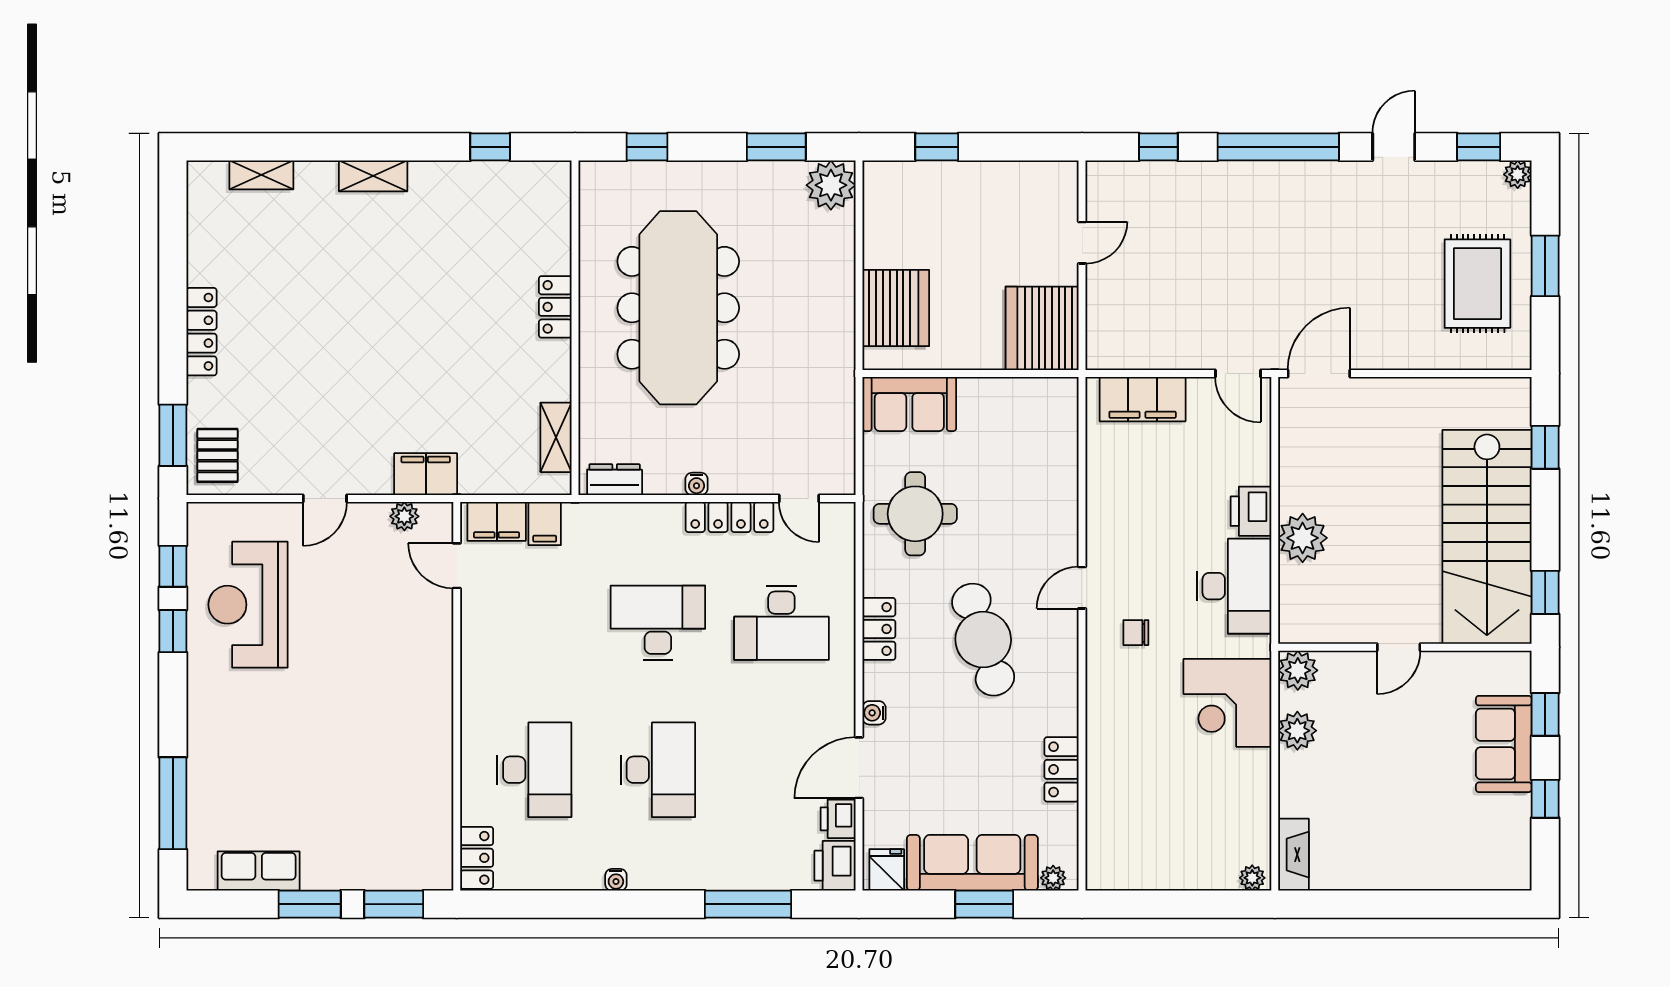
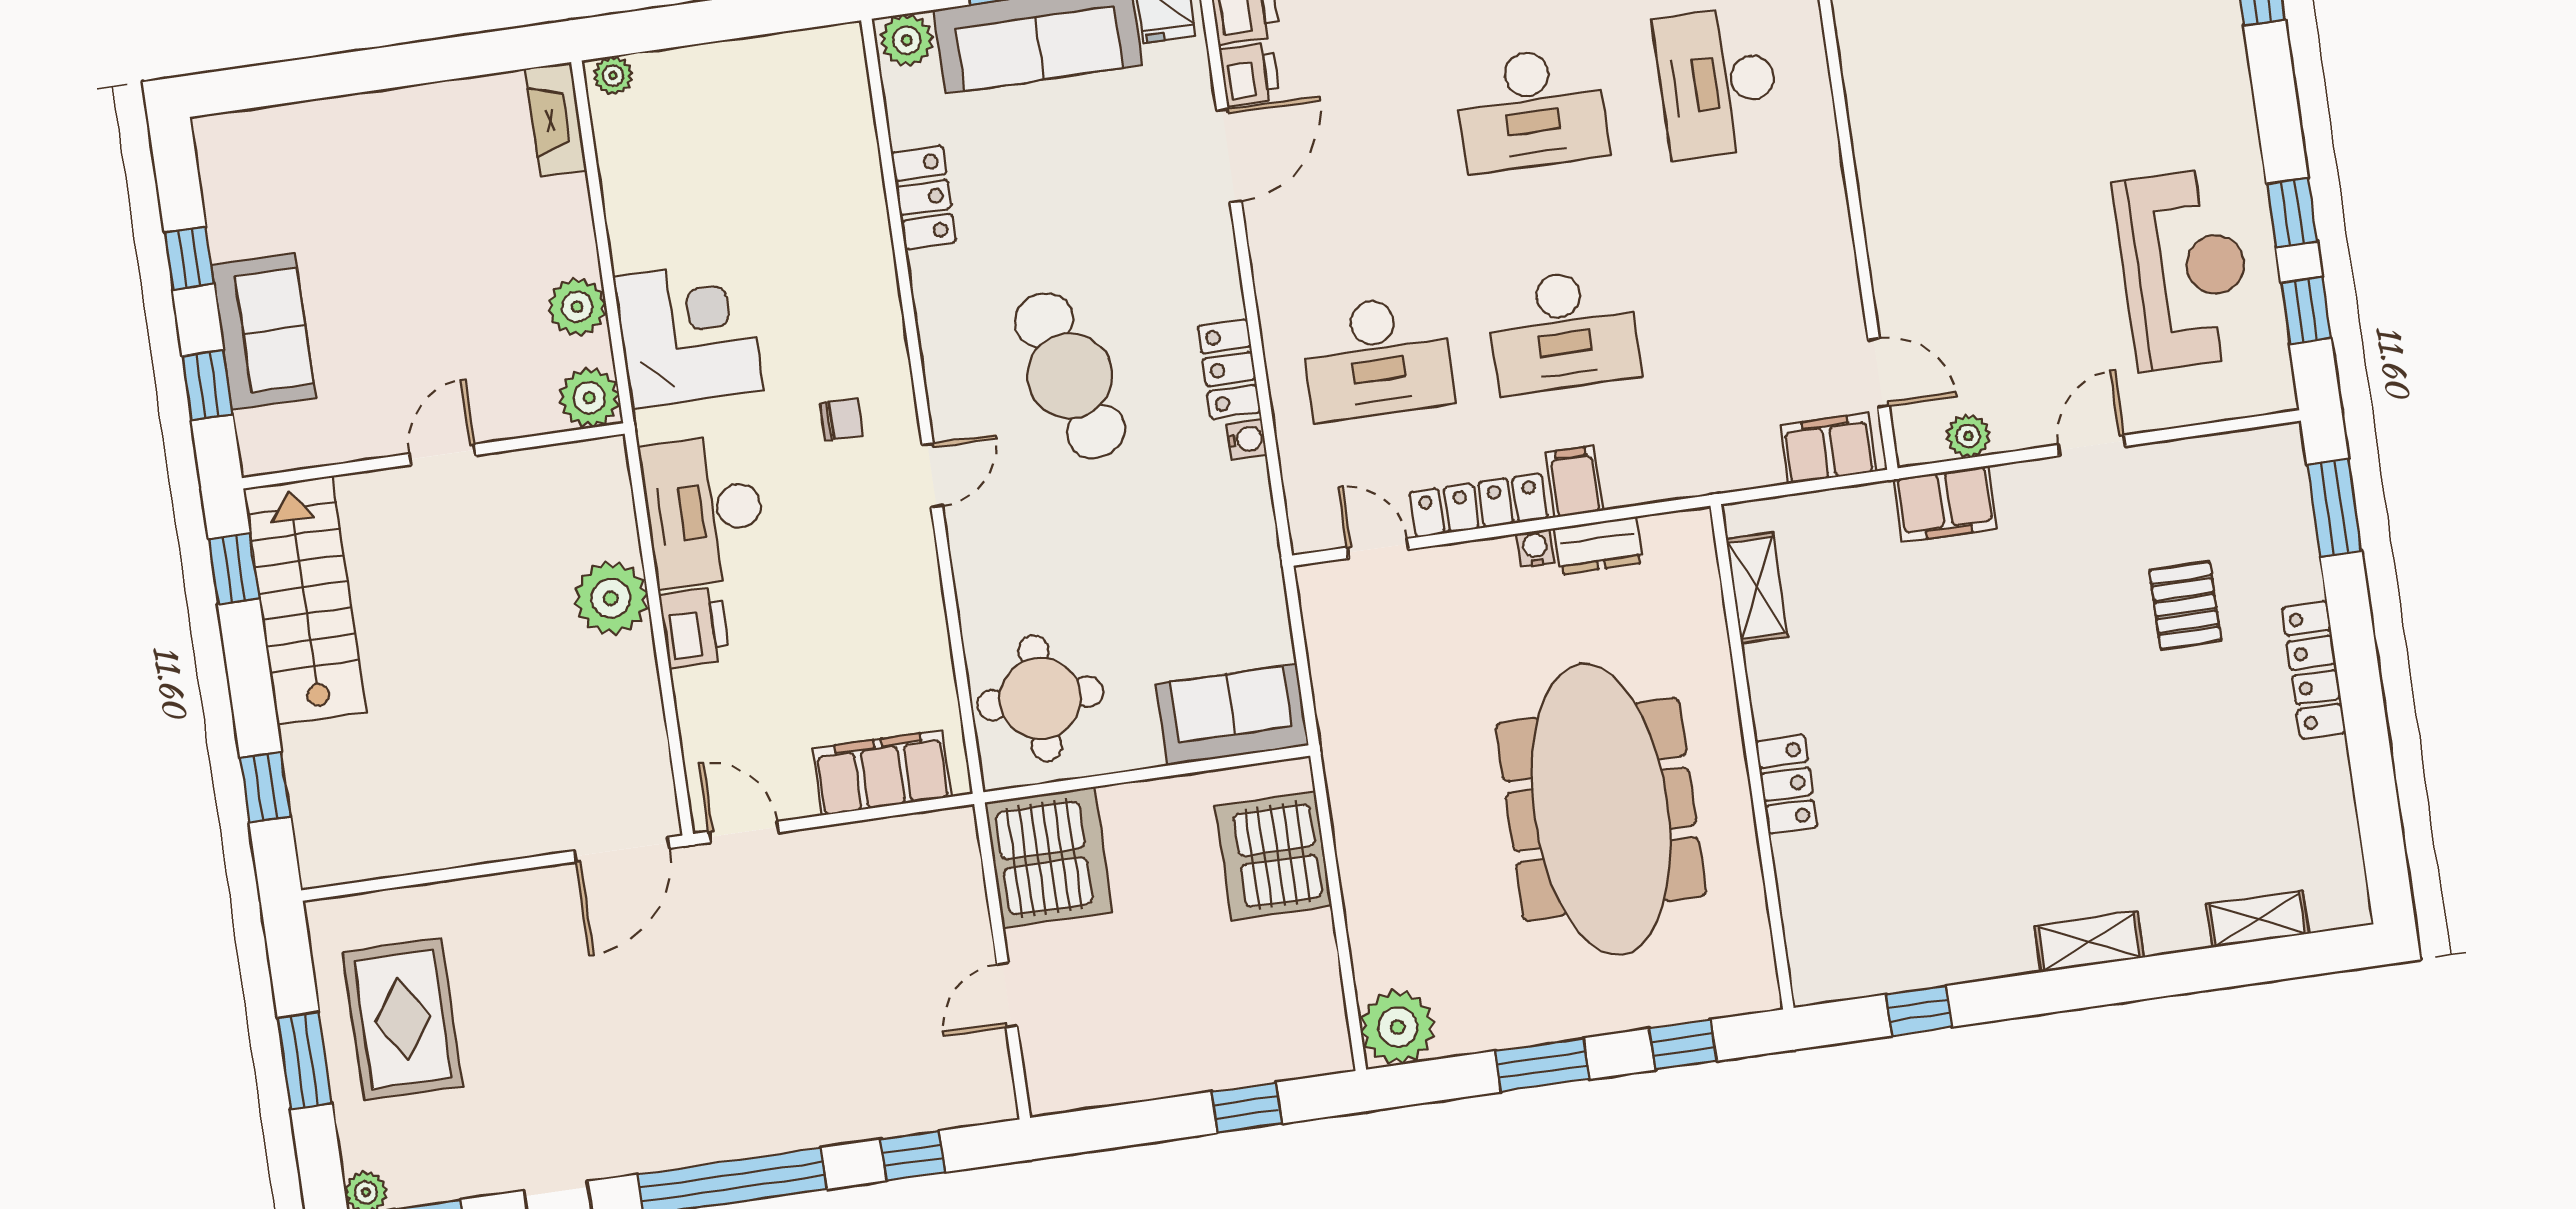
window: (776, 147) -> (1542, 1065), moved
pallet: (217, 455) -> (2185, 605), moved
dresser: (615, 480) -> (1599, 546), moved
round table: (915, 514) -> (1040, 698), moved
filing cabinet: (545, 524) -> (1574, 482), moved
stairs: (1487, 537) -> (305, 600), width x0.73, depth x0.66
desk: (781, 623) -> (1377, 358), turned 180
water cooler: (874, 713) -> (1247, 439), moved
desk: (658, 770) -> (1531, 109), turned -90
plant: (1053, 878) -> (907, 40), width x1.38, depth x1.38

